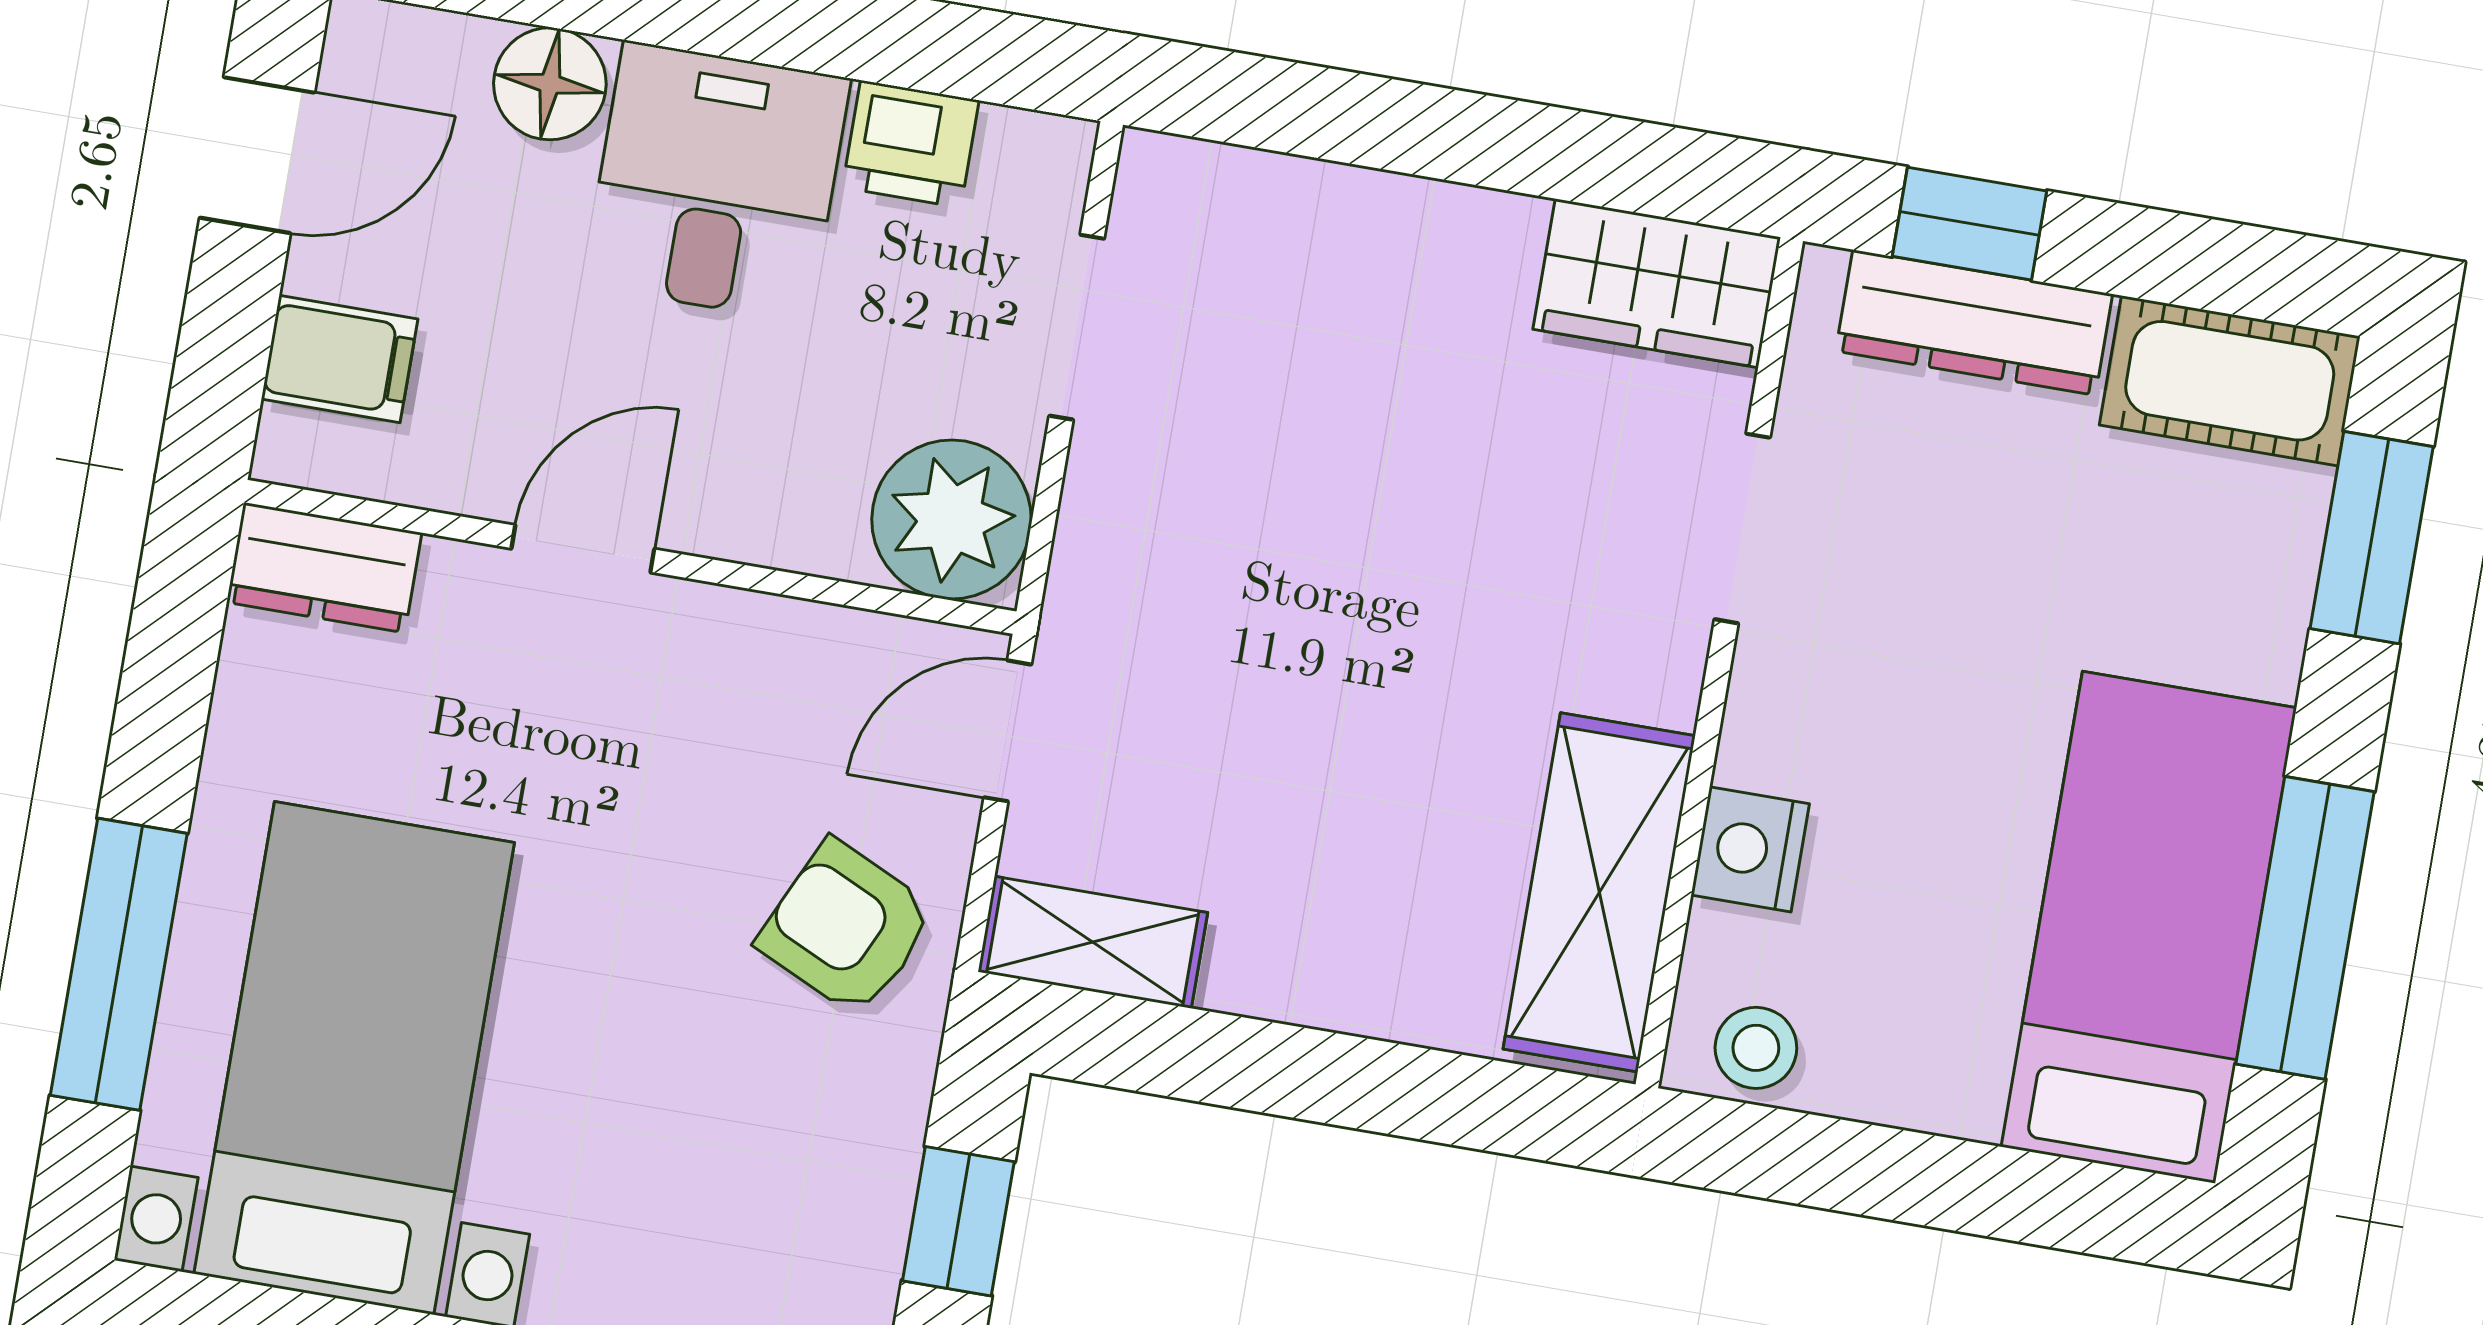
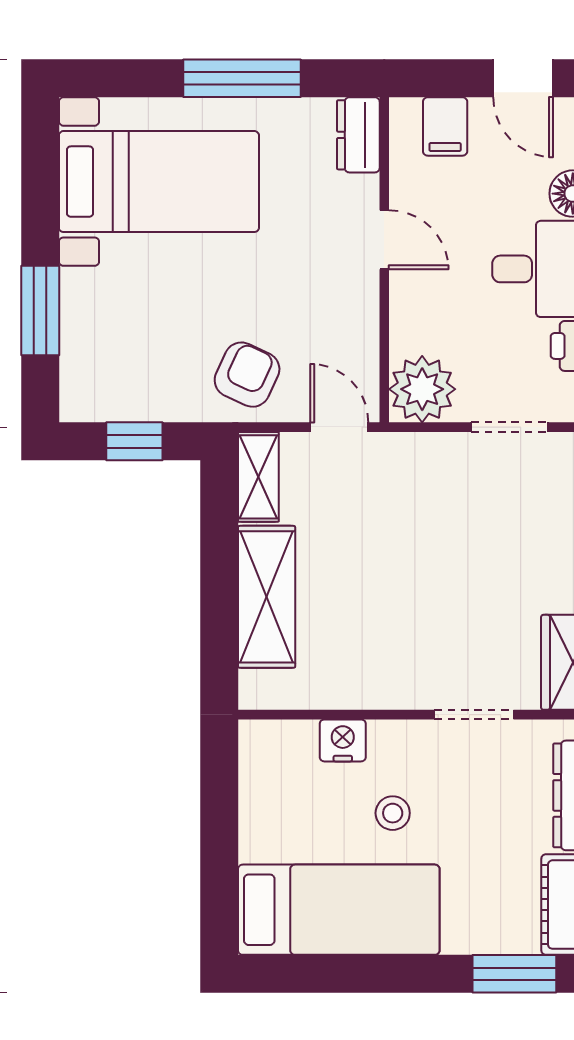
shelving: (1599, 892) -> (267, 597), moved, turned 90
window: (2305, 928) -> (349, 974), removed
window: (119, 964) -> (242, 78), moved
stool: (1756, 1048) -> (393, 813), moved

